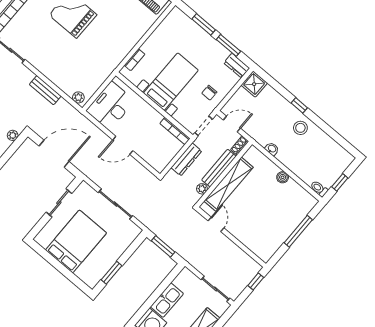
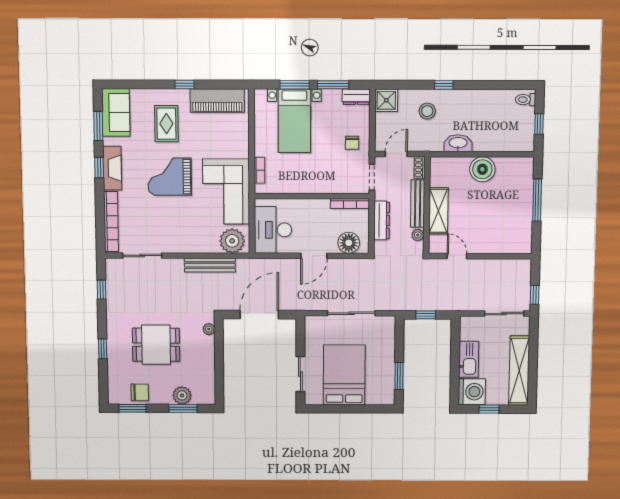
corner sofa: (101, 55) -> (226, 191), added
bed with nightstands: (171, 82) -> (294, 121), moved, turned 180
bench: (45, 90) -> (210, 265), width x1.36
plant: (78, 97) -> (232, 241), width x1.88, depth x1.88
stool: (300, 128) -> (427, 111), moved
washbasin: (272, 149) -> (458, 143), width x1.91, depth x1.45
floor lamp: (153, 156) -> (349, 243), added
boiler: (283, 177) -> (482, 169), width x1.86, depth x1.86
shelving: (229, 184) -> (438, 211), width x0.68
toilet: (319, 189) -> (526, 100), moved
sliding door: (59, 203) -> (300, 374), moved
window: (163, 246) -> (426, 315), width x0.67
window: (256, 281) -> (535, 295), moved

